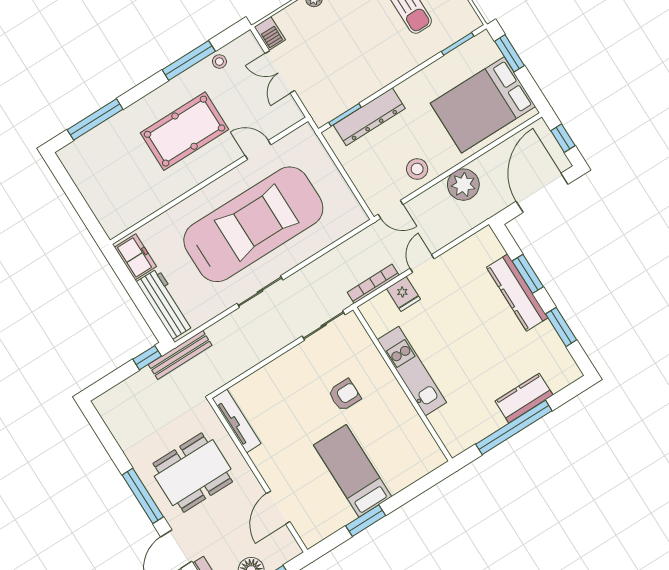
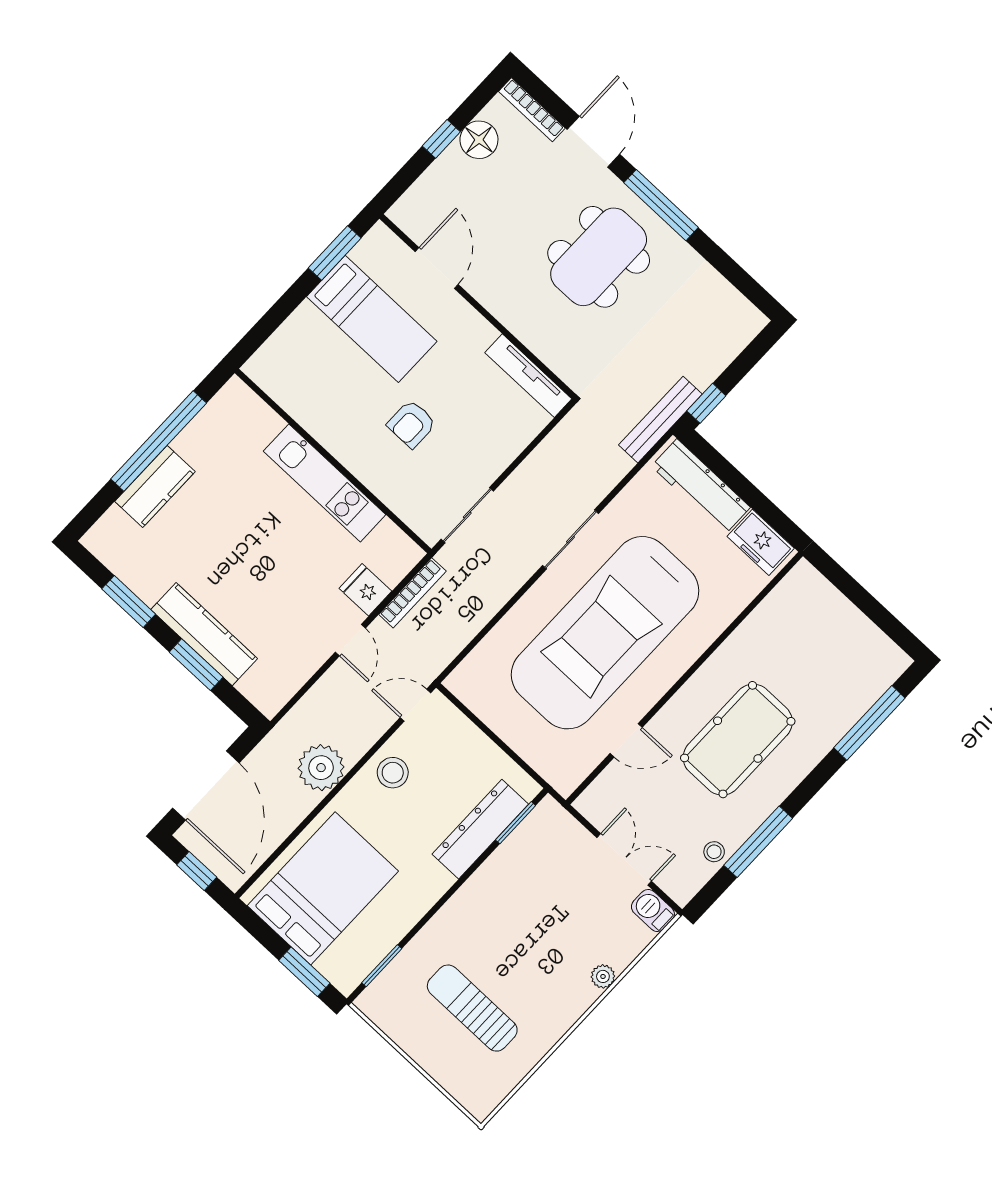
tv unit: (237, 421) -> (528, 376), moved
wall: (258, 475) -> (478, 306), moved
door: (278, 508) -> (437, 268), moved

